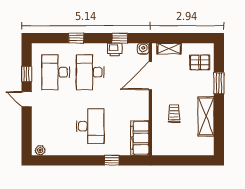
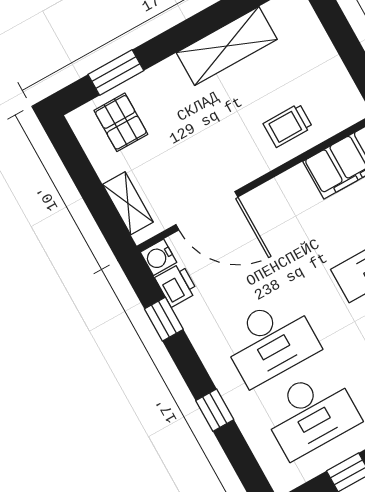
printer: (115, 50) -> (176, 285), moved
window: (219, 83) -> (116, 72), moved
trolley: (174, 114) -> (288, 125), moved

